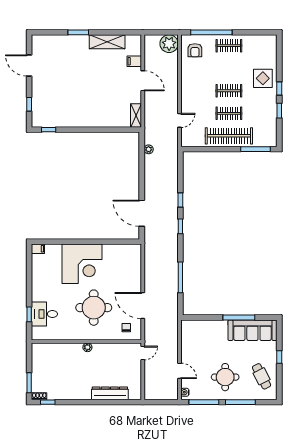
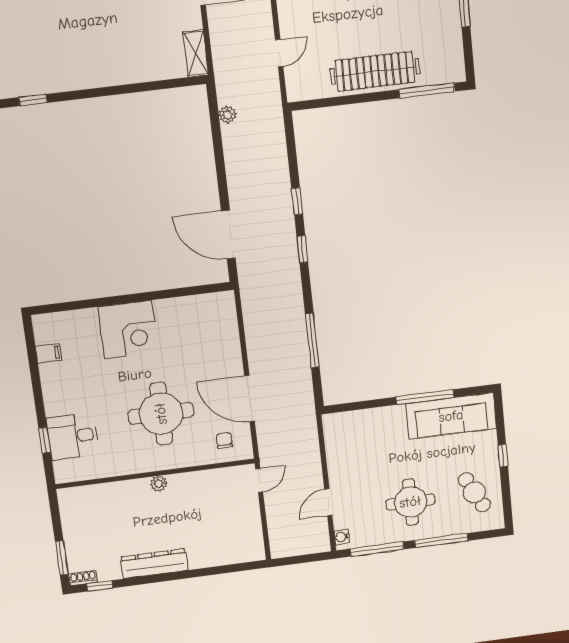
clothes rail: (229, 113) -> (371, 29), removed
filing cabinet: (38, 249) -> (48, 353), moved
corner desk: (82, 264) -> (128, 330), width x0.74, depth x0.74
door: (179, 371) -> (328, 502), swing flipped
dresser: (110, 393) -> (154, 564), moved

